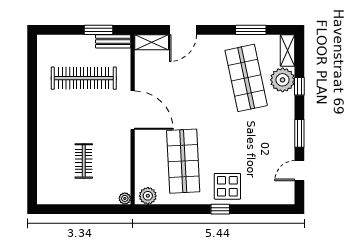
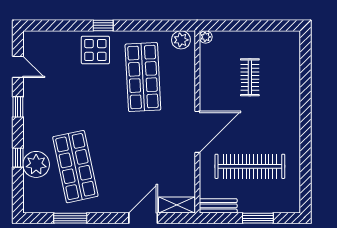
window: (99, 30) -> (258, 218), moved
shelving: (288, 51) -> (31, 196), removed
door: (133, 110) -> (197, 132), swing flipped
window: (299, 133) -> (18, 107), width x0.67
door: (299, 171) -> (18, 67), hinge flipped

